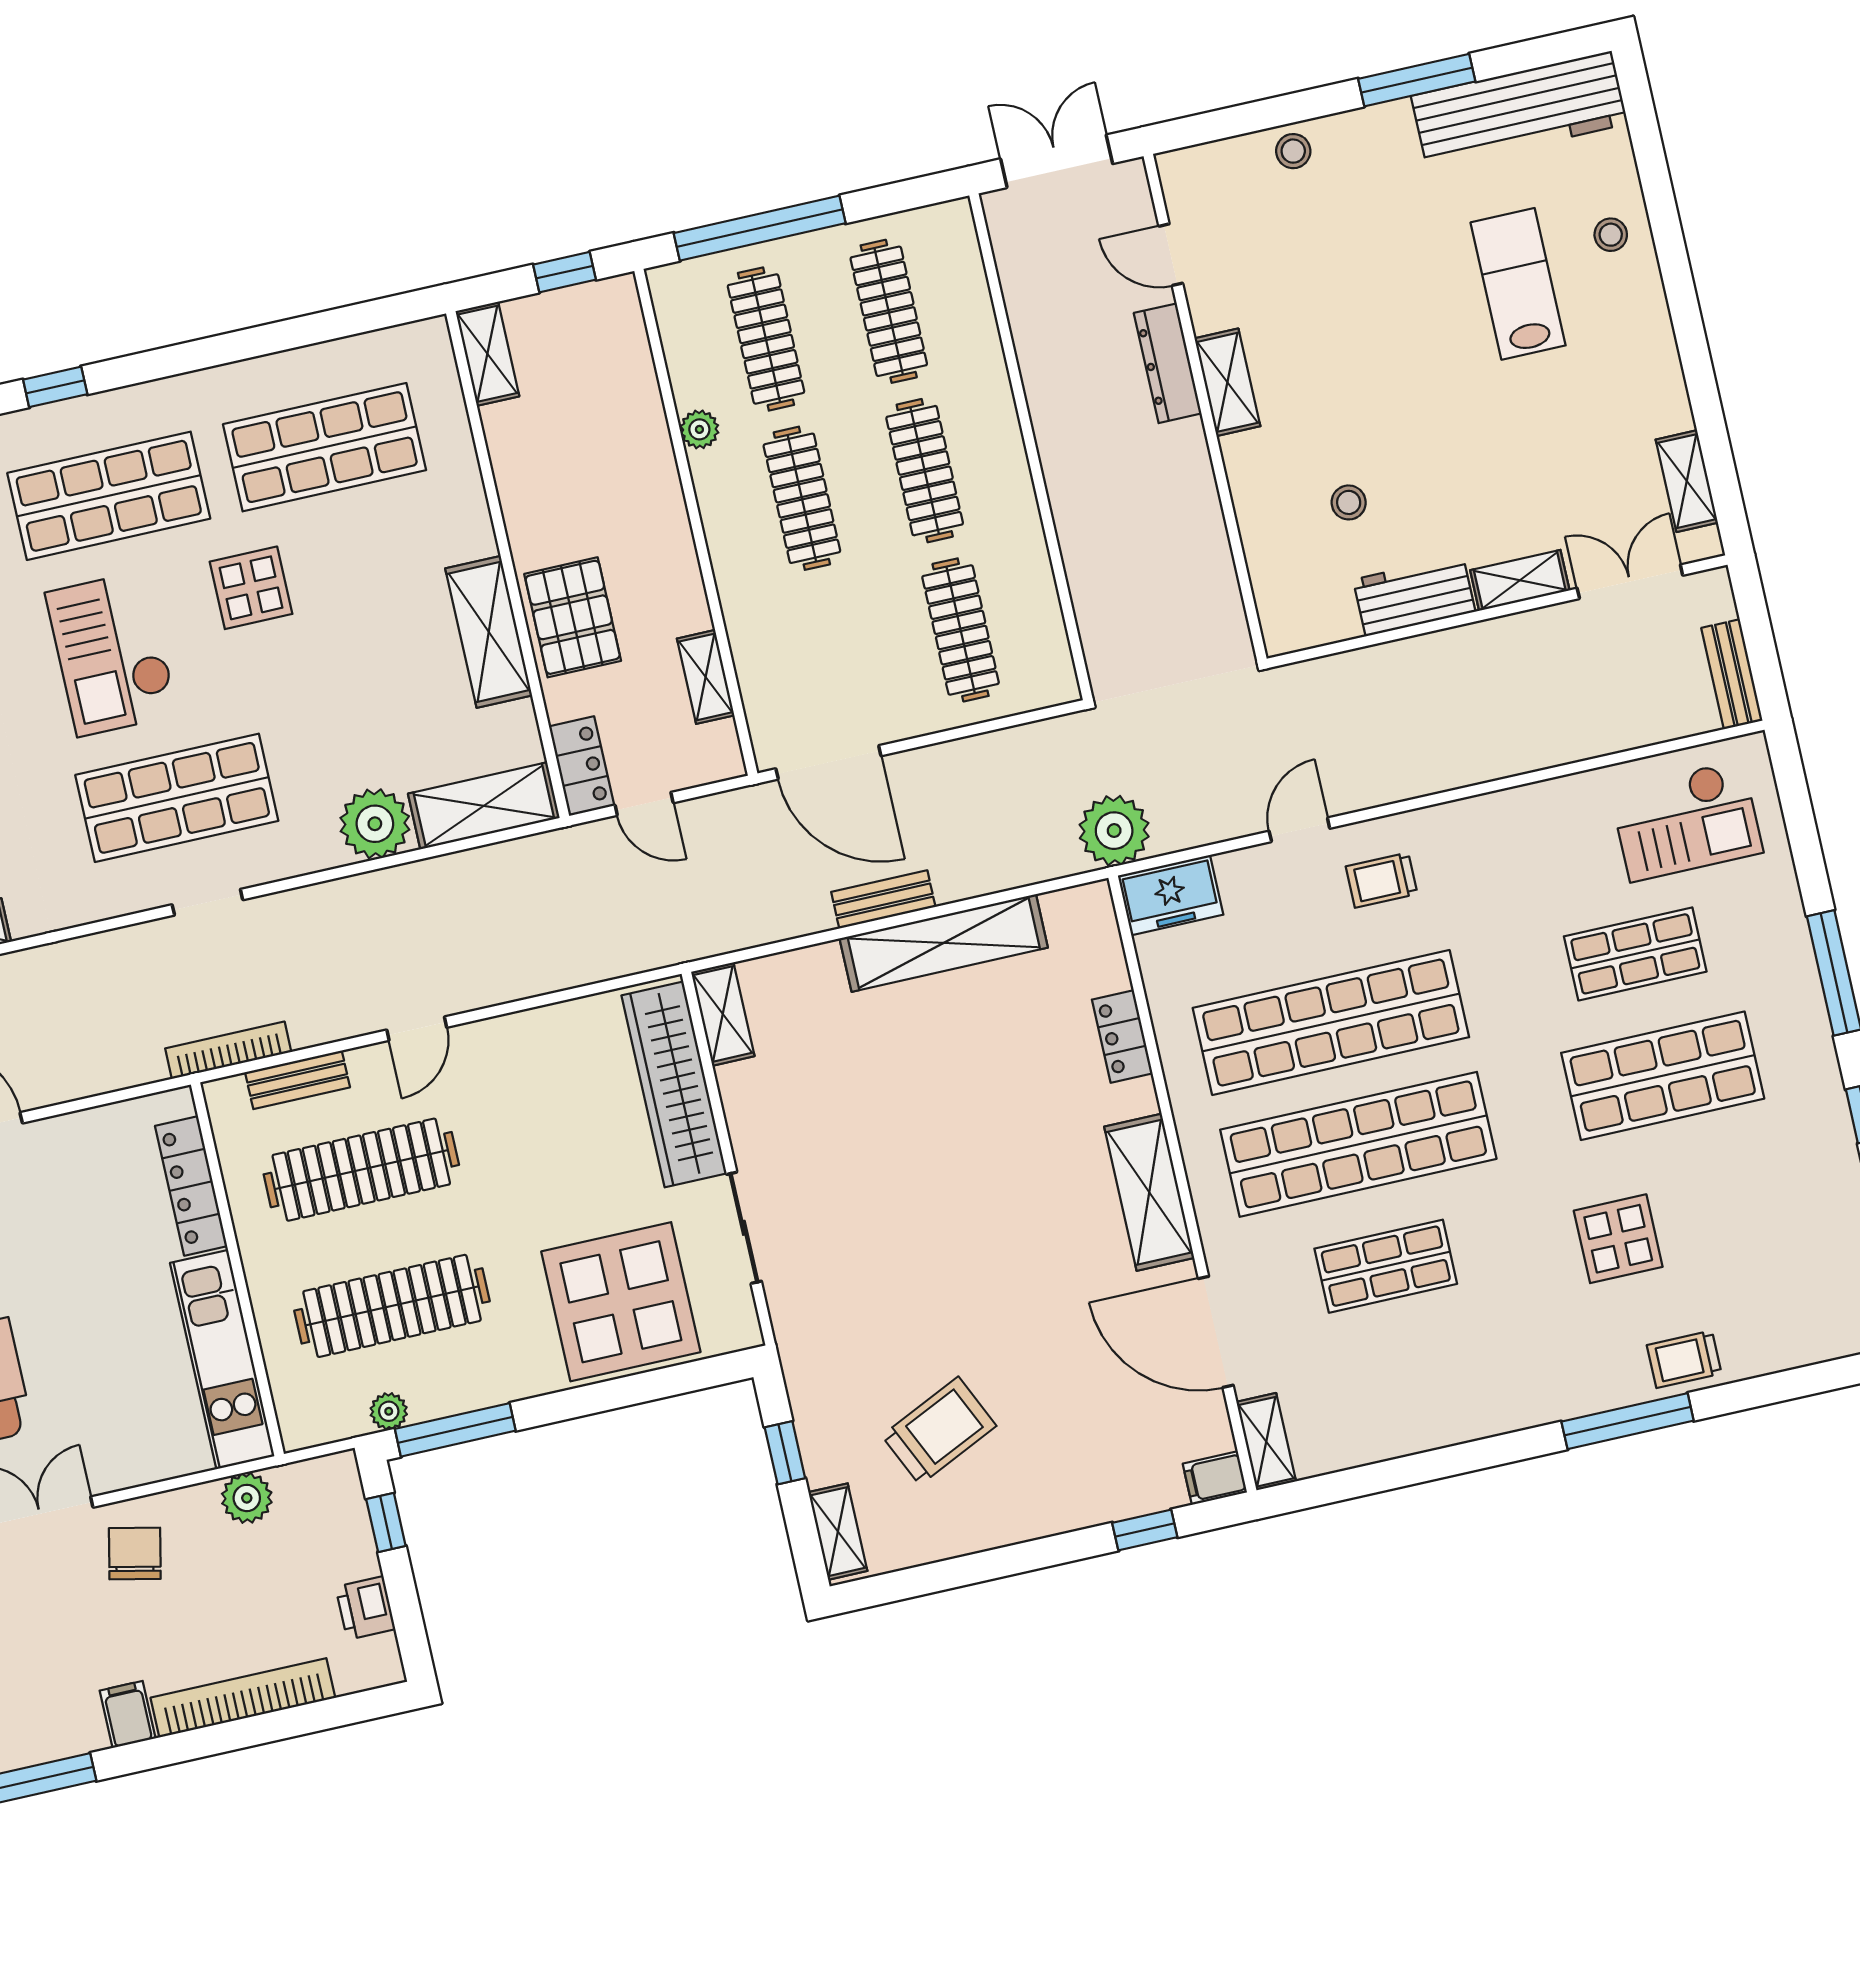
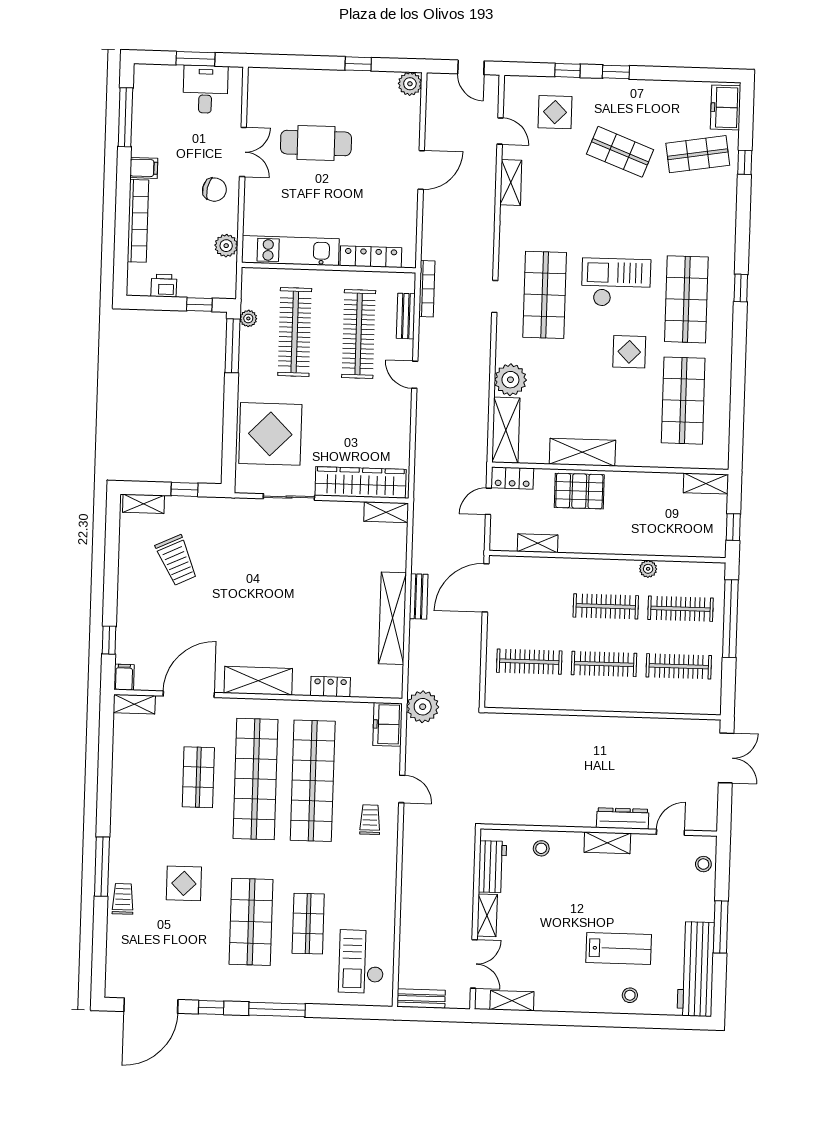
door: (1171, 255) -> (670, 832), moved
dresser: (1168, 363) -> (623, 818), moved
shelving: (1227, 382) -> (607, 843), moved
wall: (1205, 407) -> (599, 830), moved

